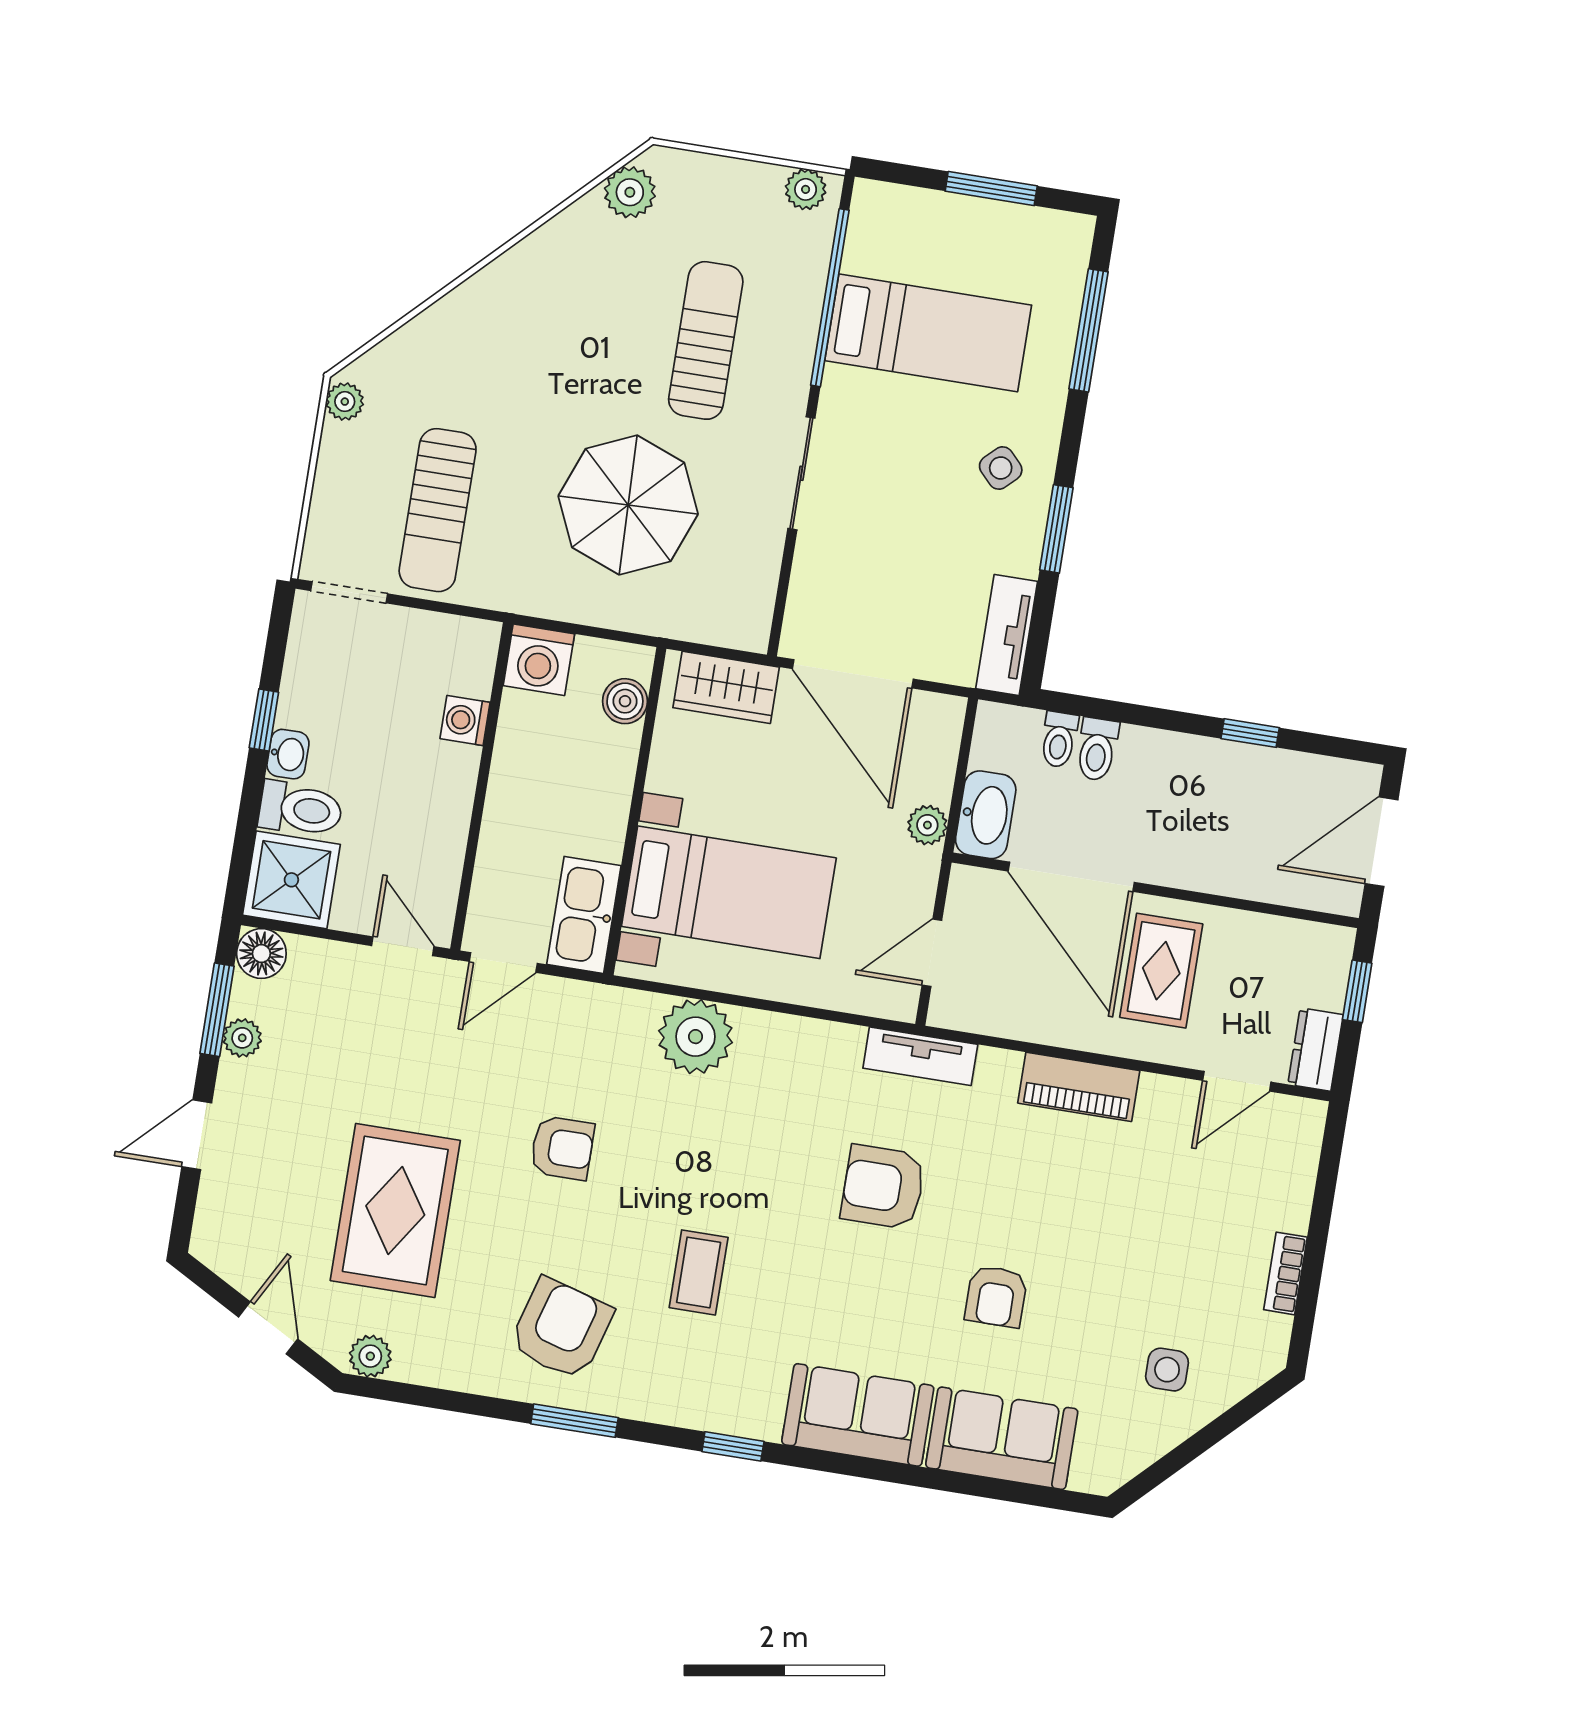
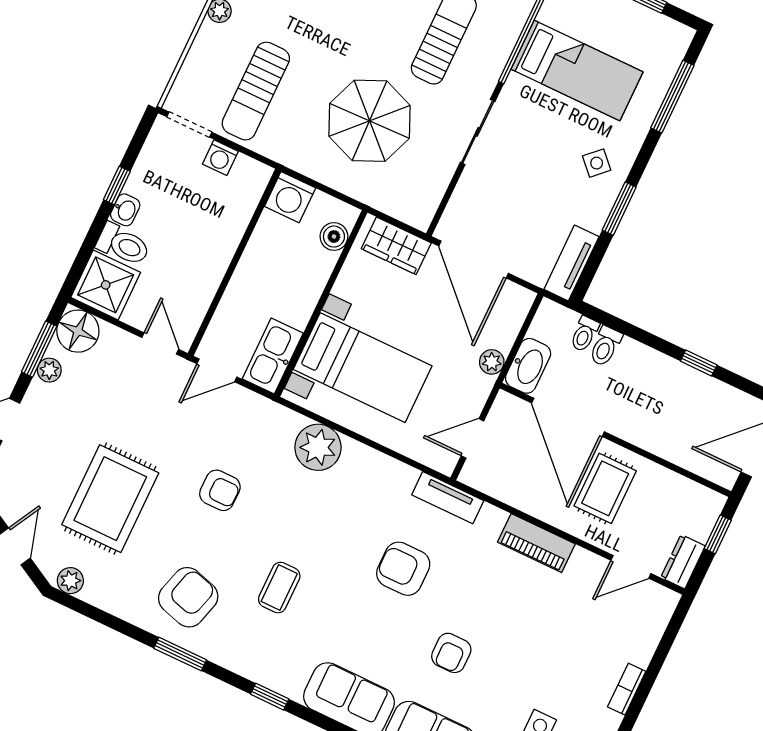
washing machine: (465, 720) -> (220, 158), moved, turned -90
floor lamp: (261, 954) -> (78, 331), width x1.38, depth x1.38

